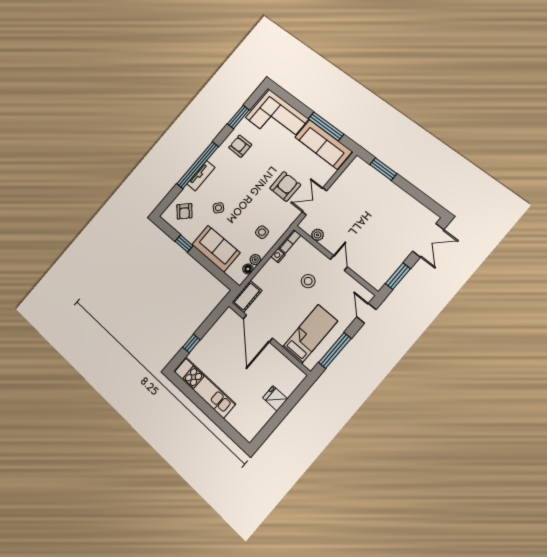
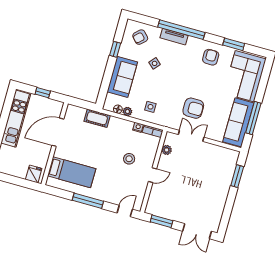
door: (258, 328) -> (58, 132), moved
bed: (310, 334) -> (72, 172), moved
wall: (269, 338) -> (55, 144), moved

